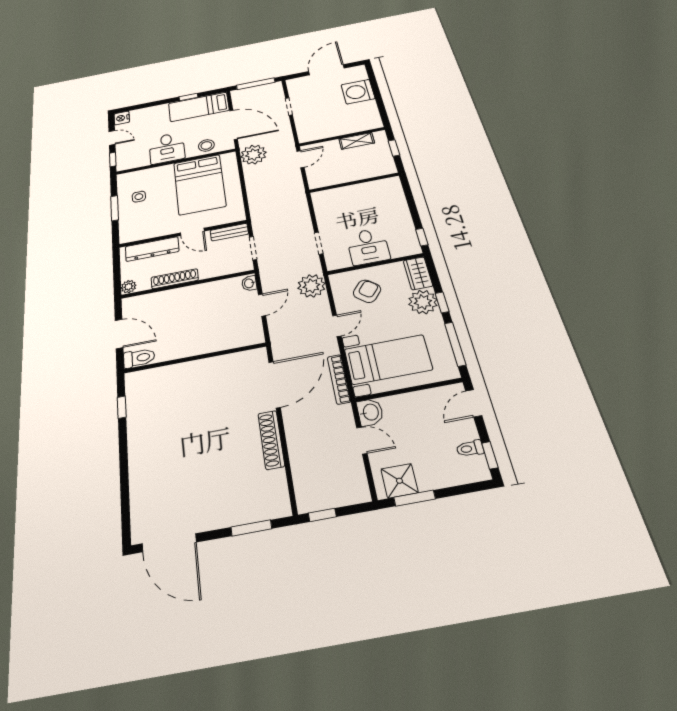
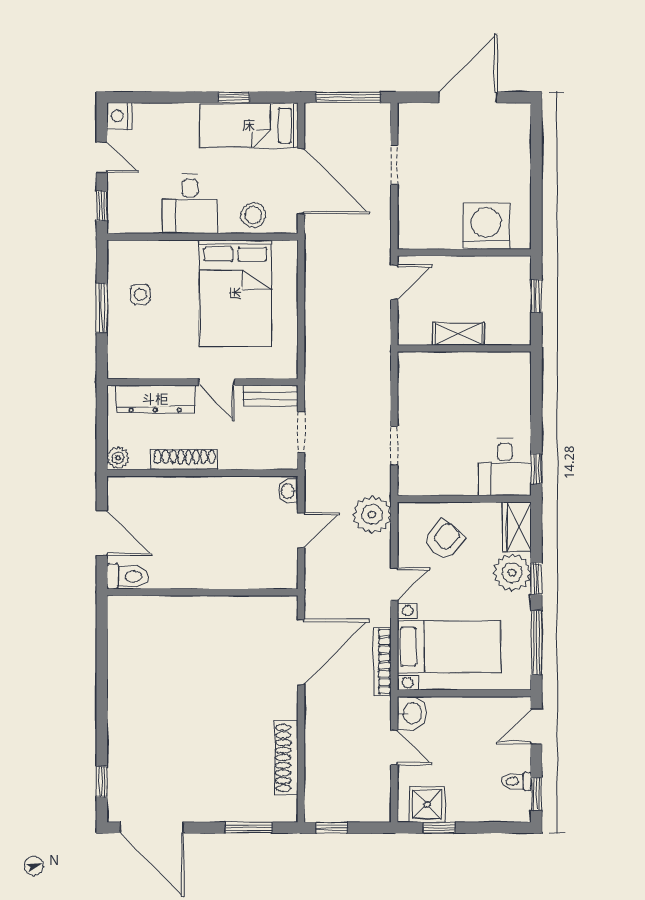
washing machine: (358, 92) -> (486, 226), moved, turned 90
shelving: (357, 141) -> (458, 334), moved
plant: (254, 155) -> (325, 254), removed
desk: (368, 246) -> (505, 467), moved
window: (122, 407) -> (102, 782), moved
shoe rack: (271, 440) -> (286, 758), moved
window: (415, 498) -> (439, 828), width x0.67

